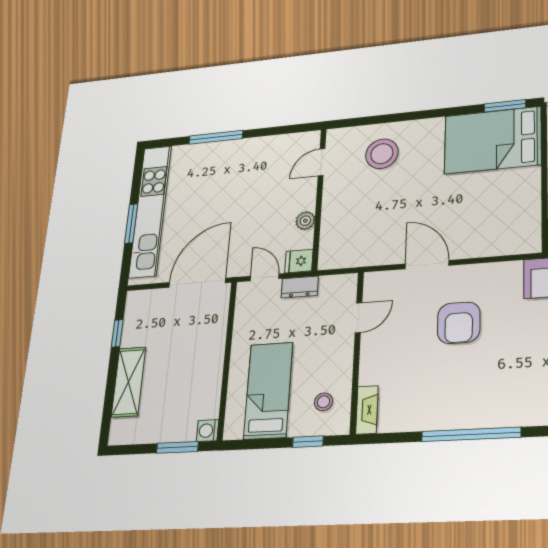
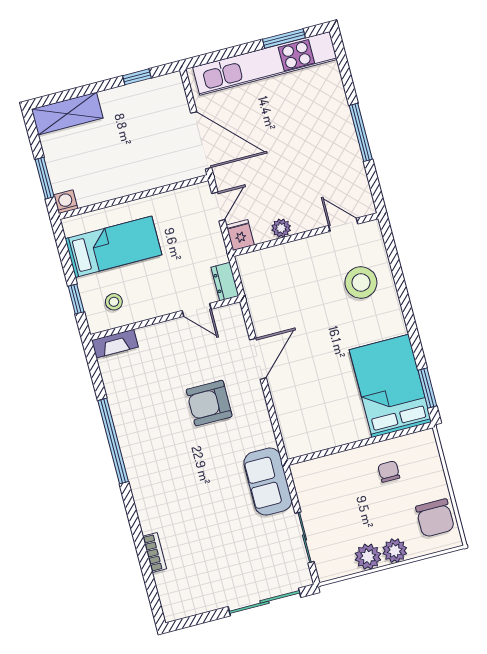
window: (216, 137) -> (361, 132), moved
window: (131, 224) -> (284, 39), moved
dresser: (300, 287) -> (225, 282), moved
shelving: (128, 382) -> (67, 114), moved

